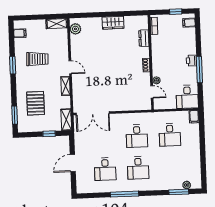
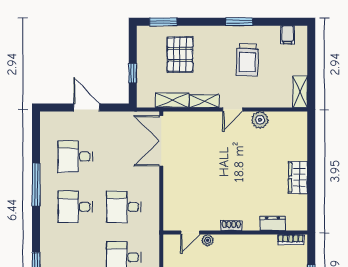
plant: (75, 29) -> (260, 120), moved
pallet: (36, 103) -> (180, 54), turned 90
shelving: (66, 120) -> (172, 100), moved

